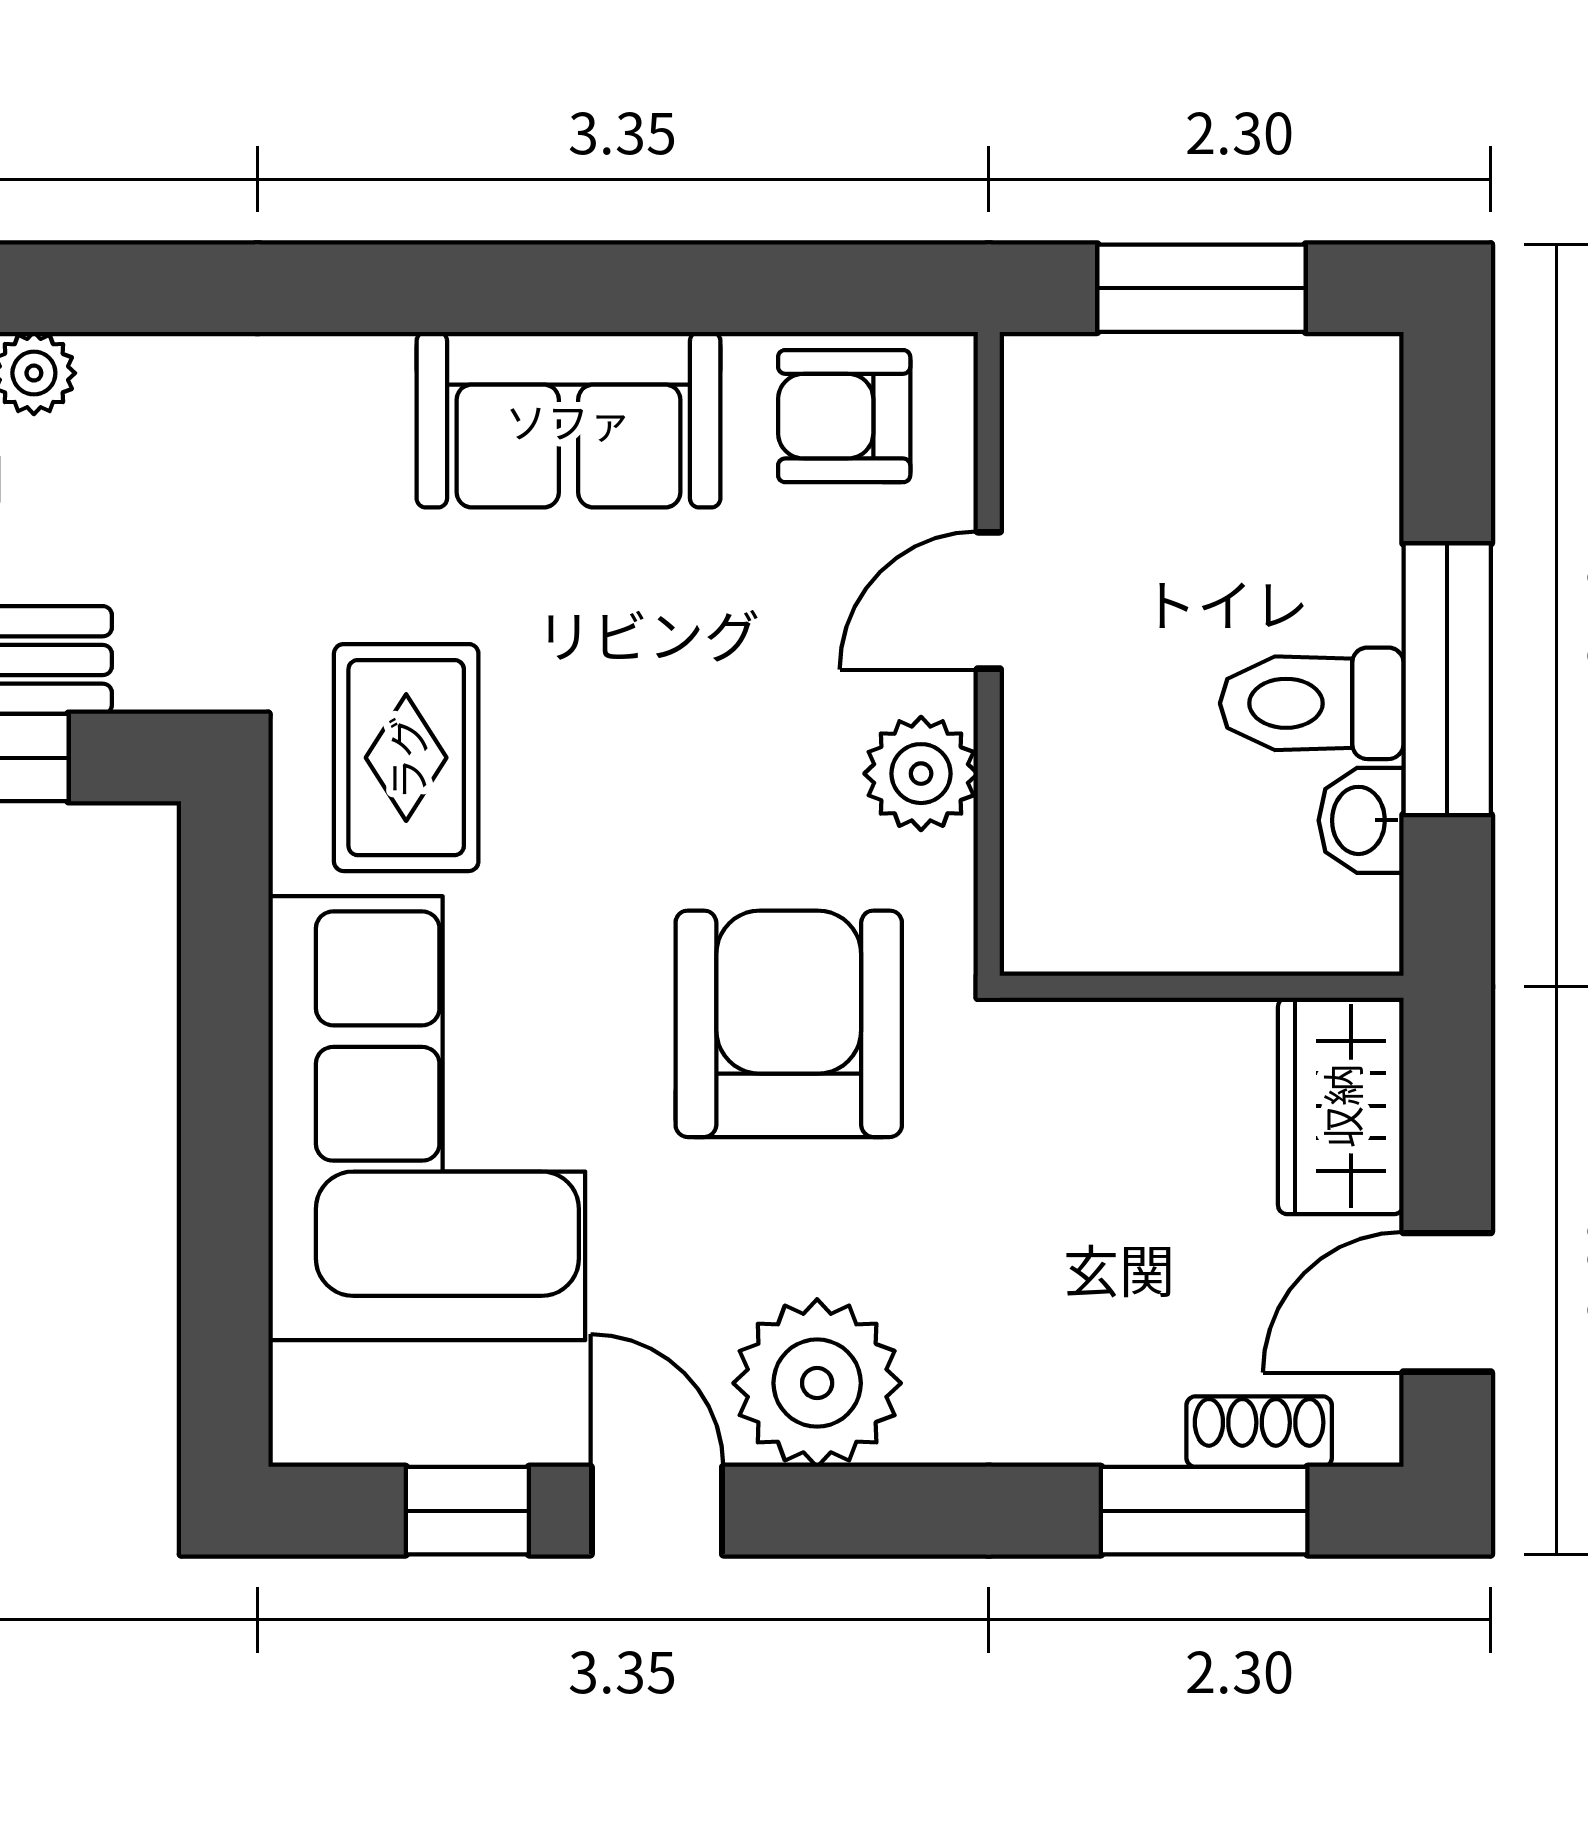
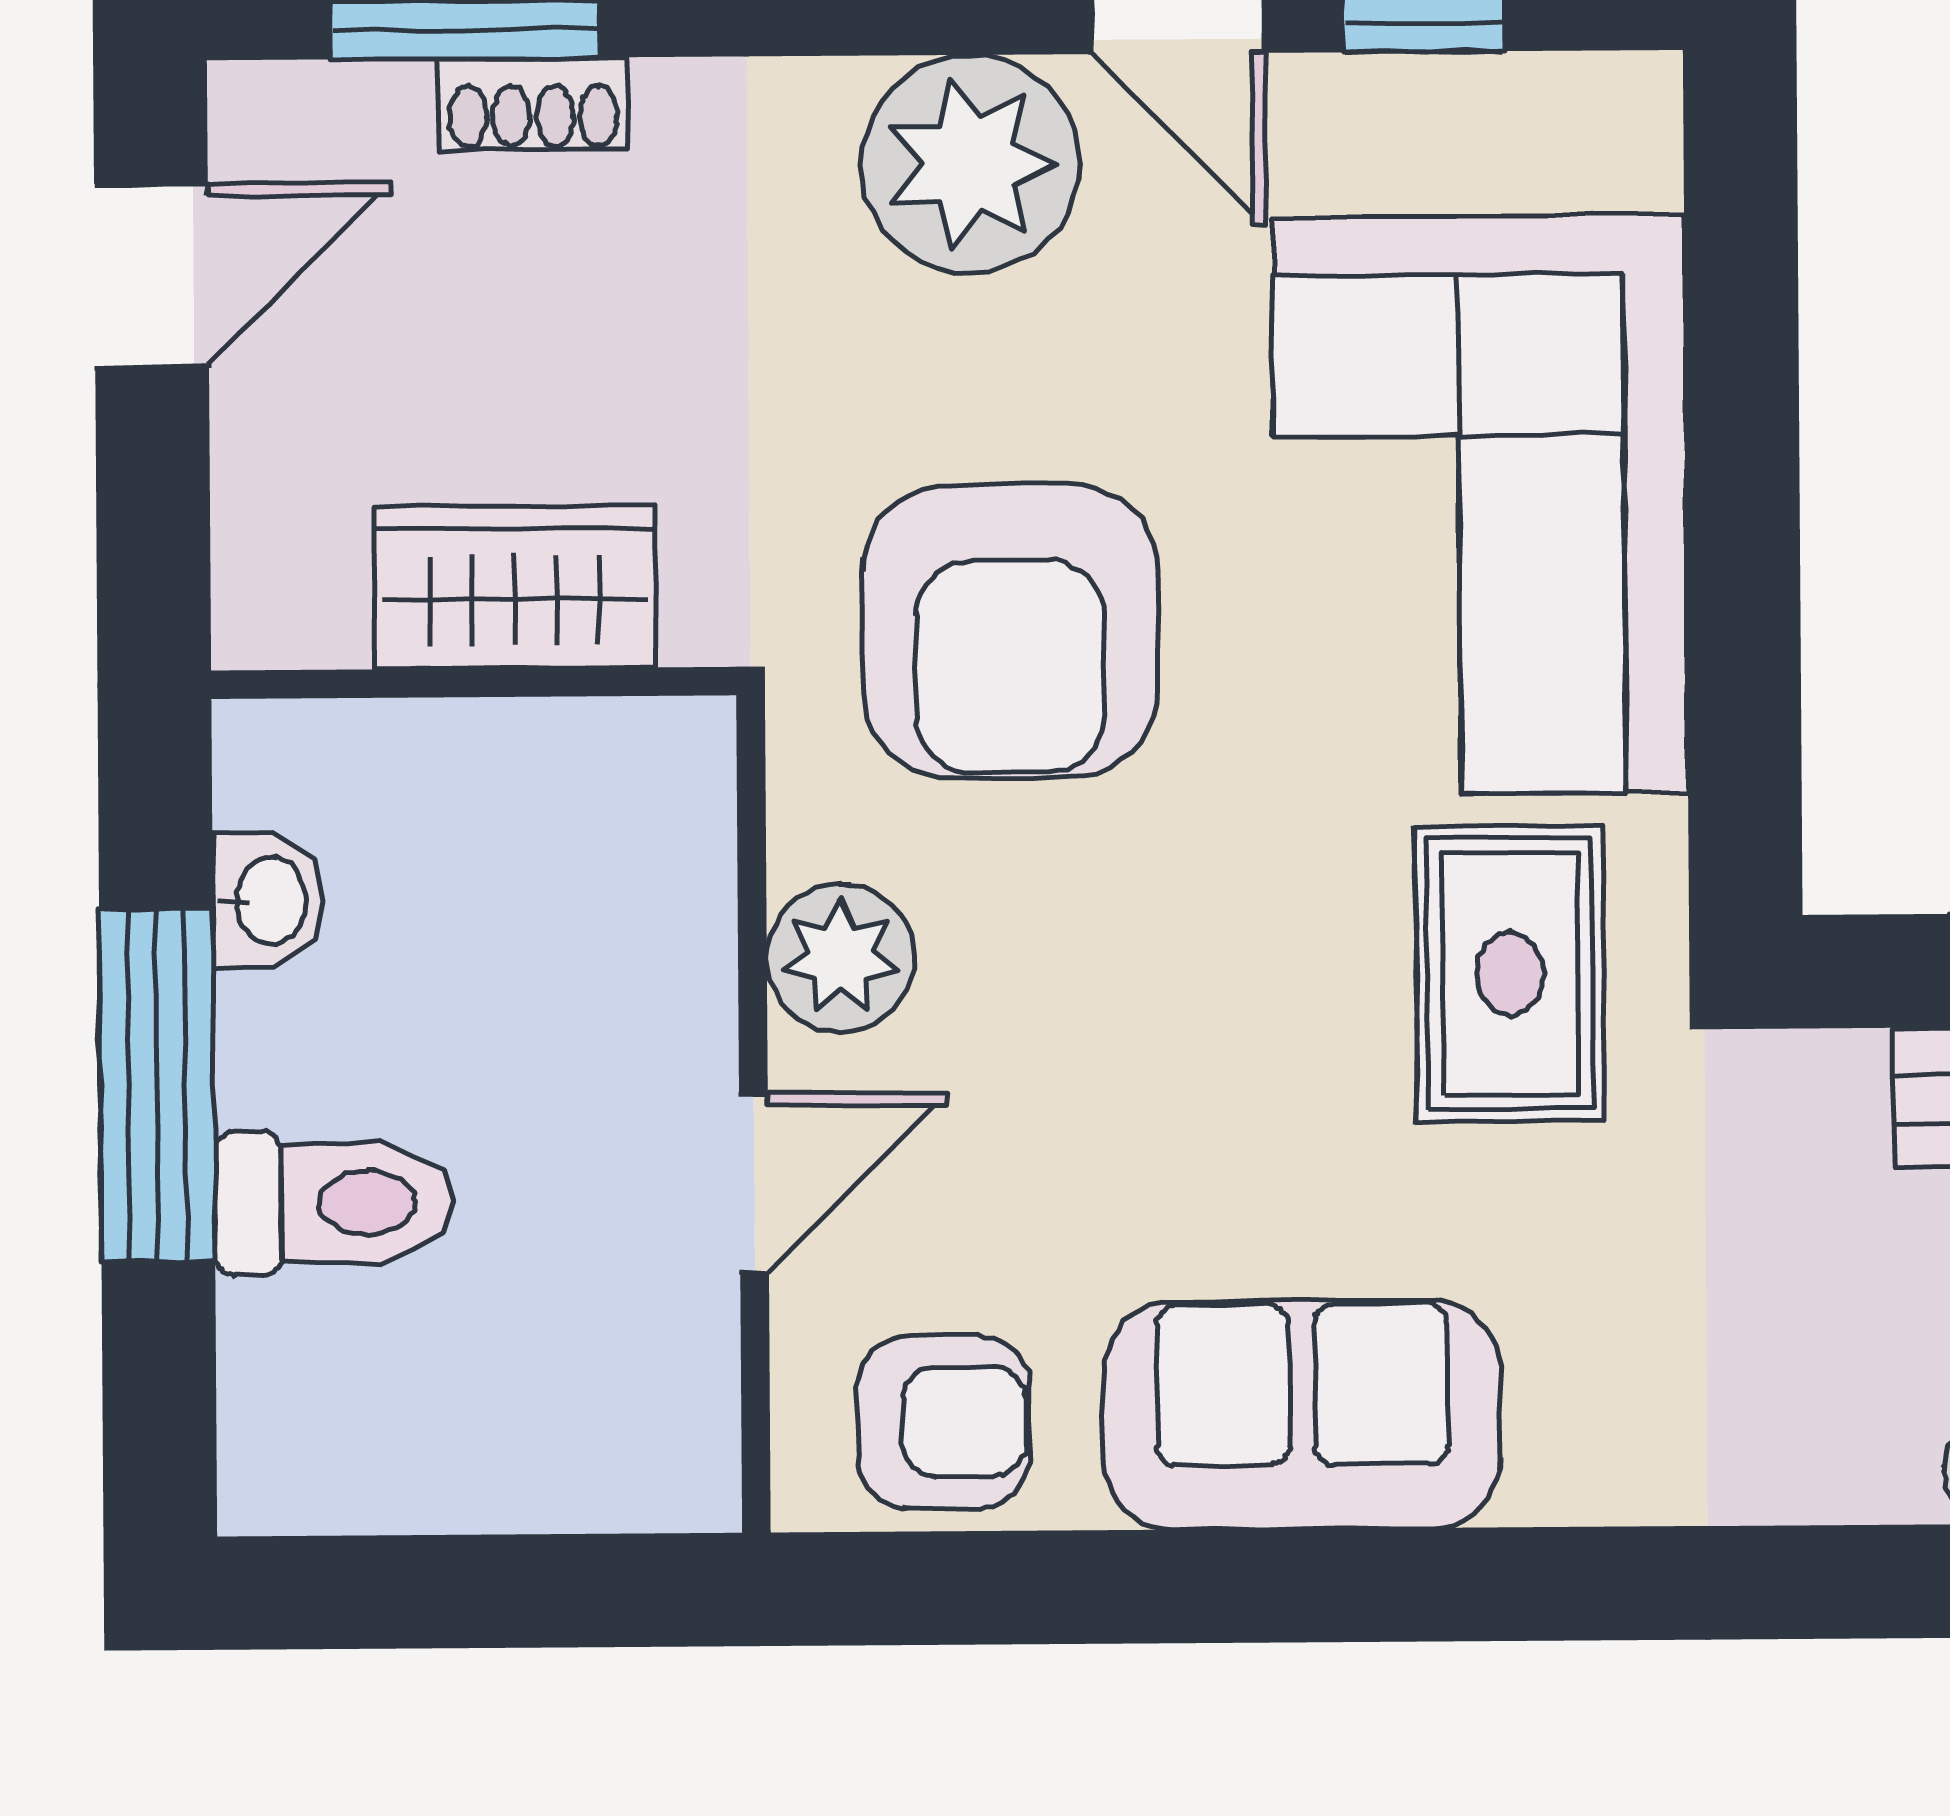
window: (1202, 288) -> (480, 1591), removed
toilet: (1312, 703) -> (334, 1203), moved
wardrobe: (1341, 1106) -> (515, 587), moved, turned -90
shoe rack: (1259, 1432) -> (533, 104), moved

